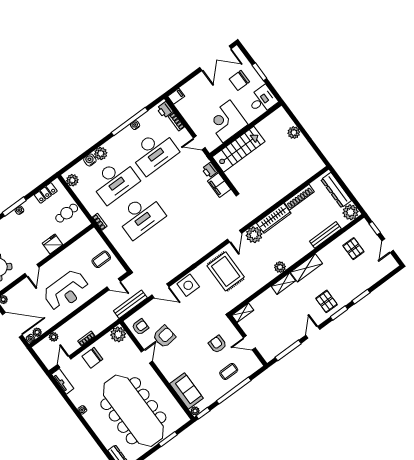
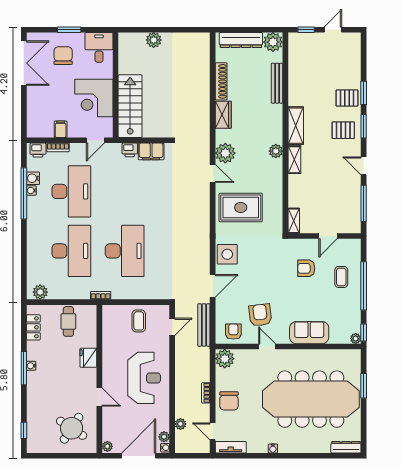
chair: (239, 80) -> (63, 56), turned 180
filing cabinet: (176, 96) -> (61, 129), moved
plant: (101, 153) -> (34, 245), removed
water cooler: (90, 160) -> (33, 178), moved
wardrobe: (274, 218) -> (223, 115), width x0.67
door: (388, 246) -> (333, 30), swing flipped
pallet: (353, 249) -> (347, 98), moved
sofa: (186, 391) -> (309, 333), moved

